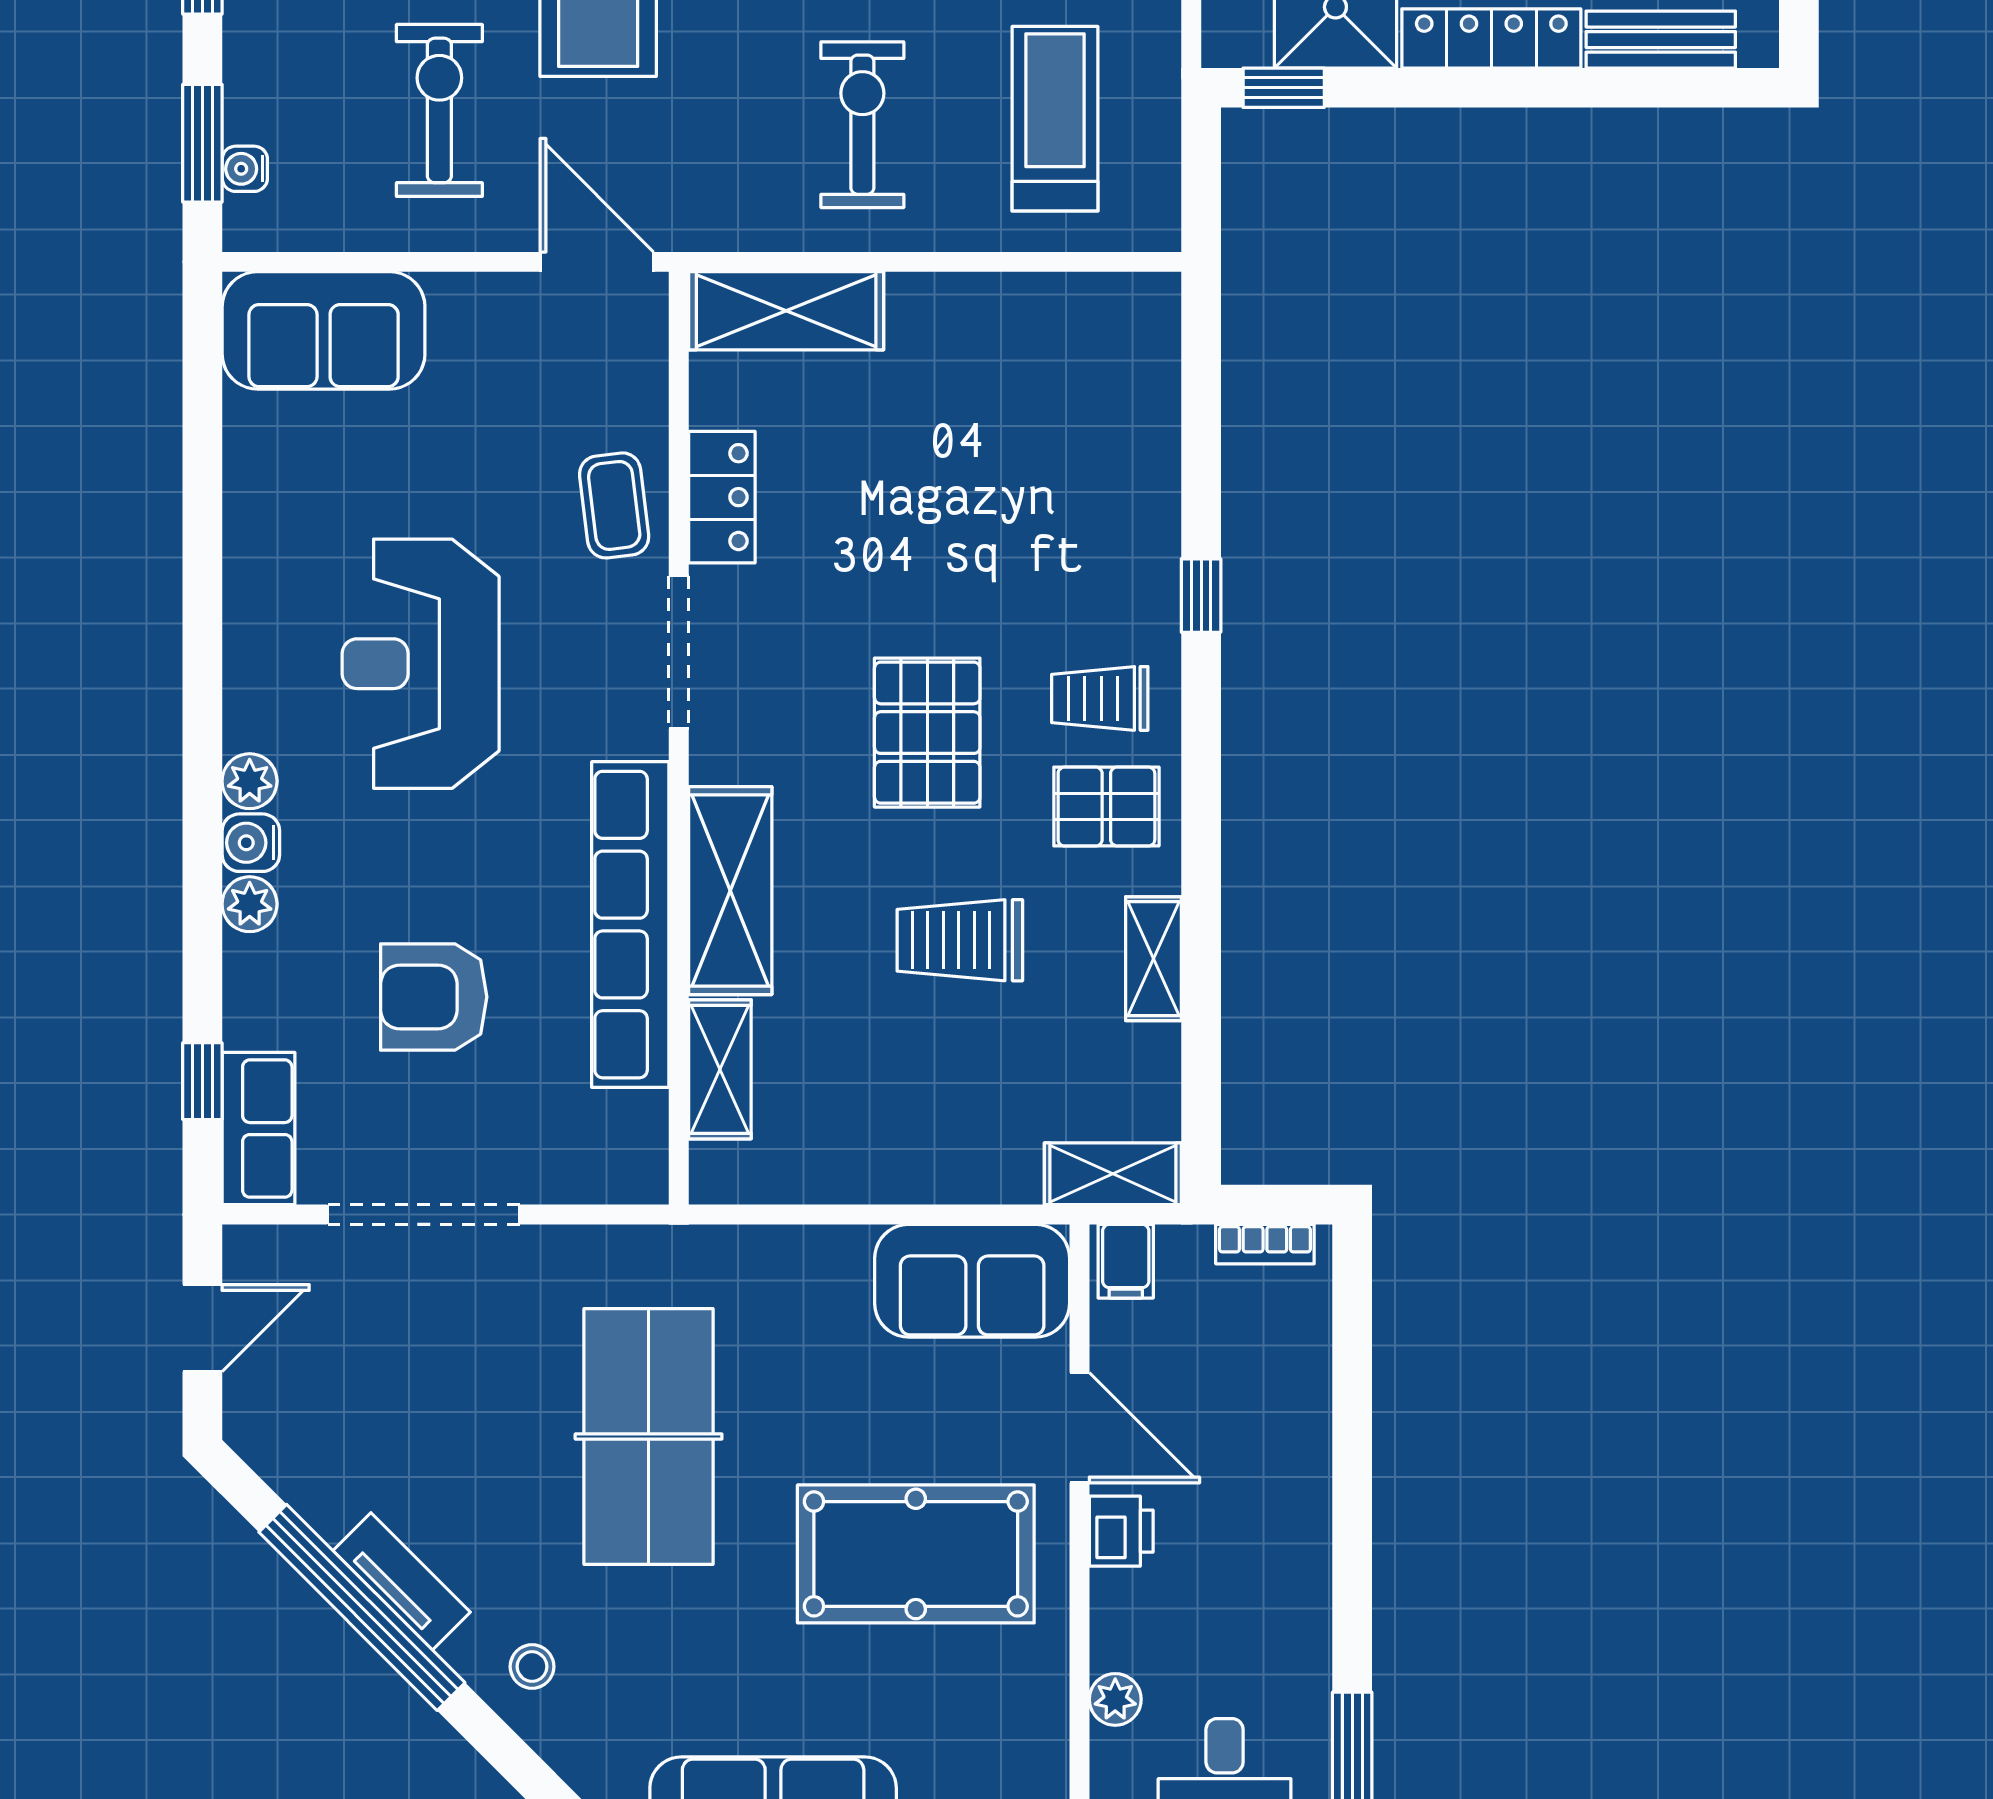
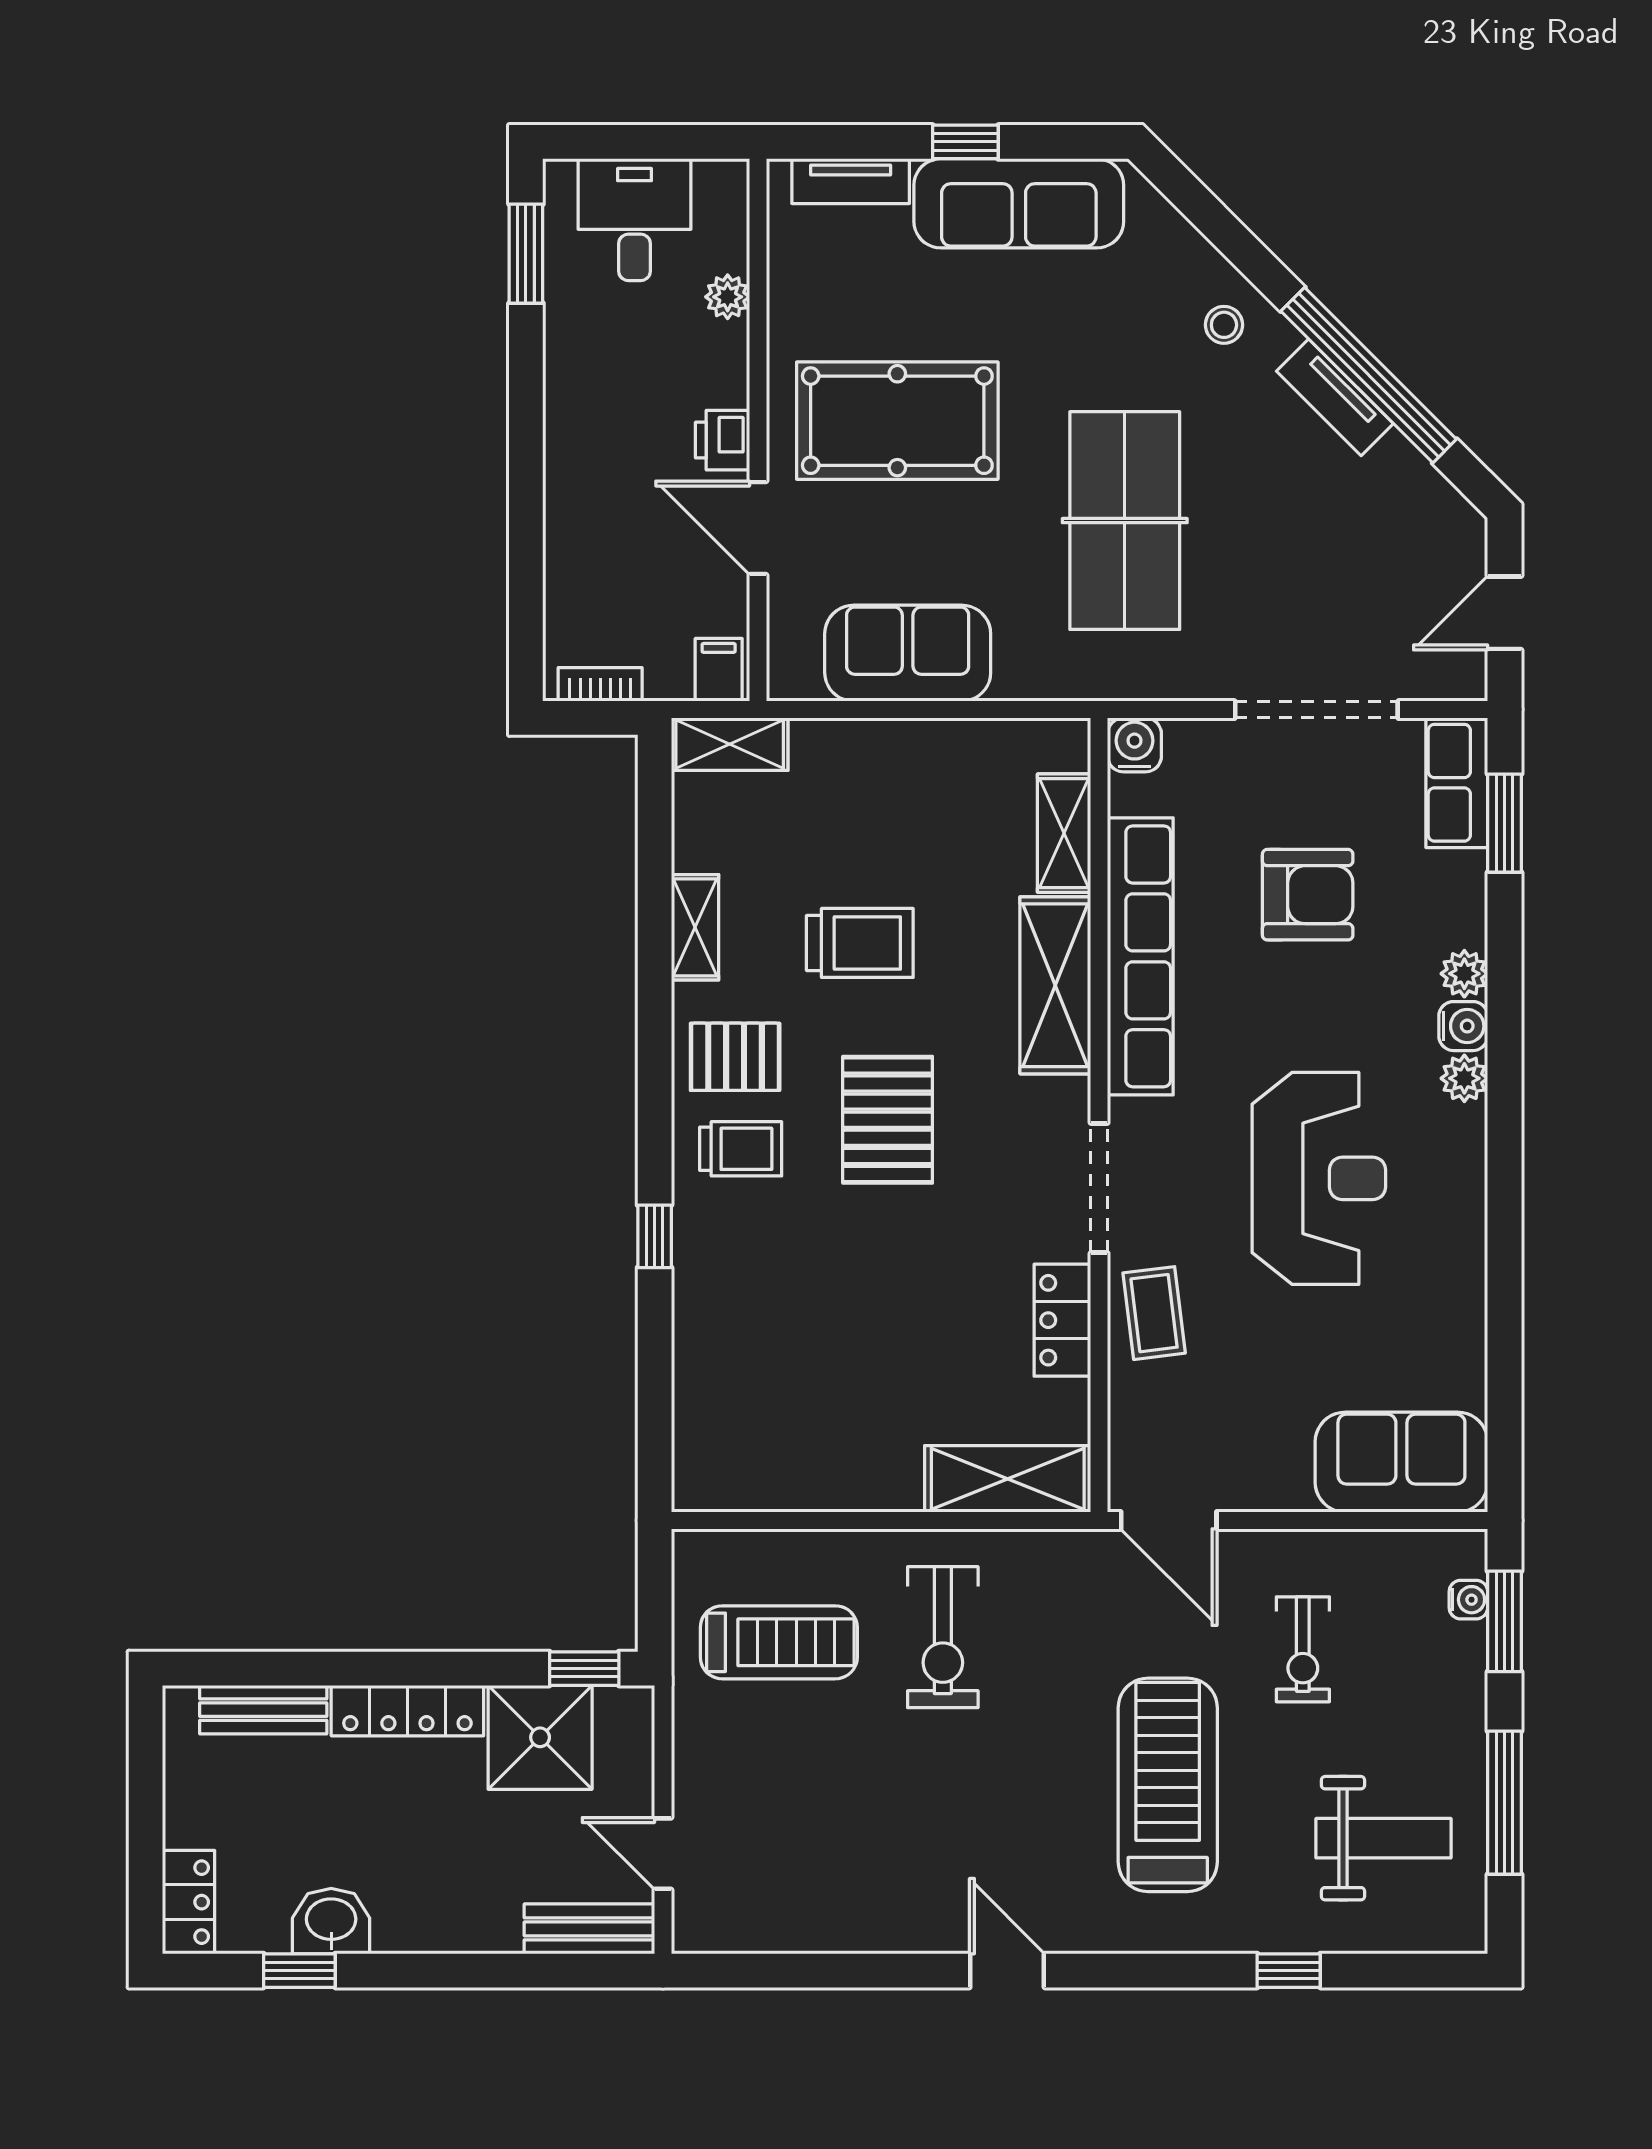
exercise bike: (439, 110) -> (1303, 1649), width x0.73, depth x0.72
treadmill: (1055, 119) -> (779, 1642), turned -90
window: (202, 1081) -> (1505, 823), width x1.50
water cooler: (637, 1173) -> (1134, 745), added
sofa: (972, 1281) -> (908, 653), moved

